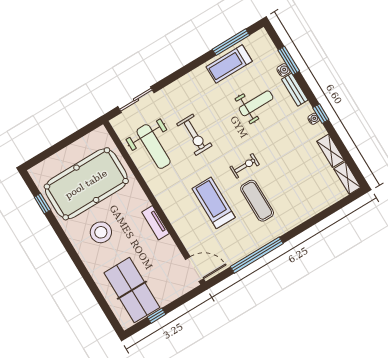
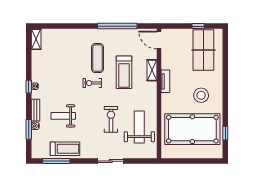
sliding door: (136, 100) -> (111, 161), moved
shelving: (331, 151) -> (152, 70), moved

